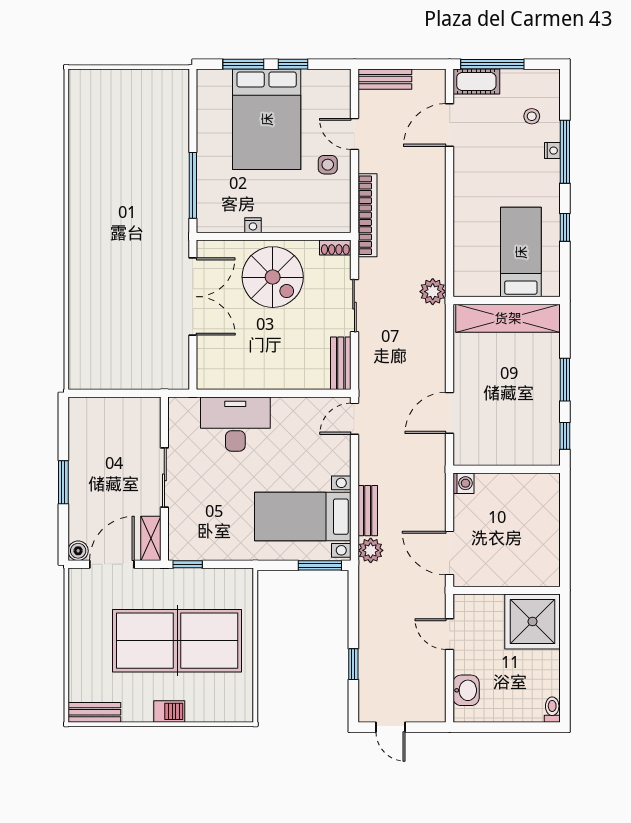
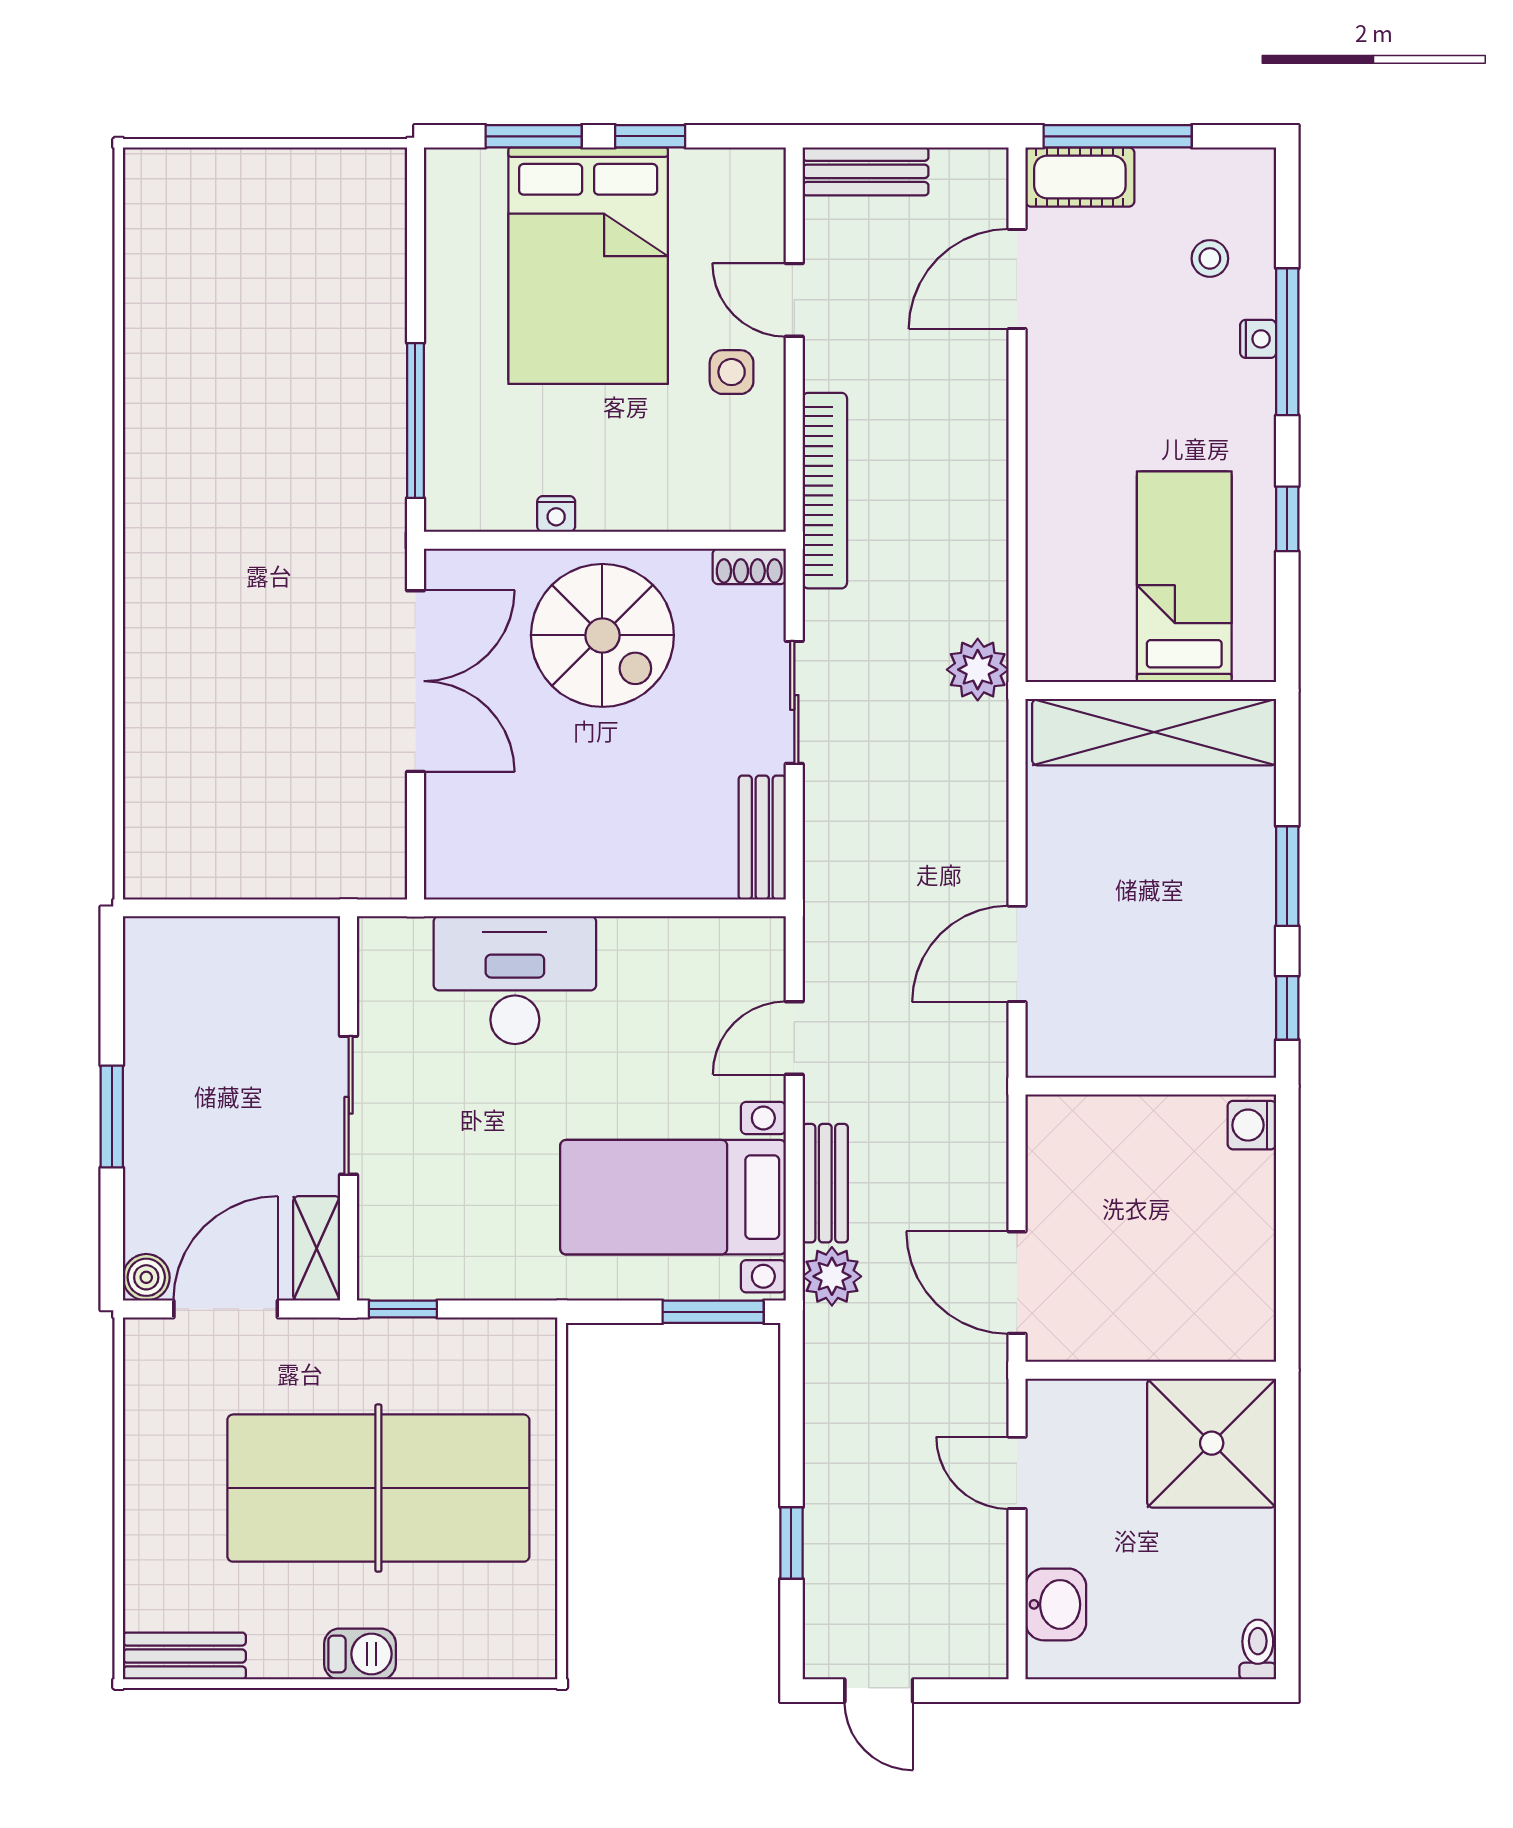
door: (354, 419) -> (794, 1038), moved
washing machine: (463, 483) -> (1252, 1125), moved, turned 180

